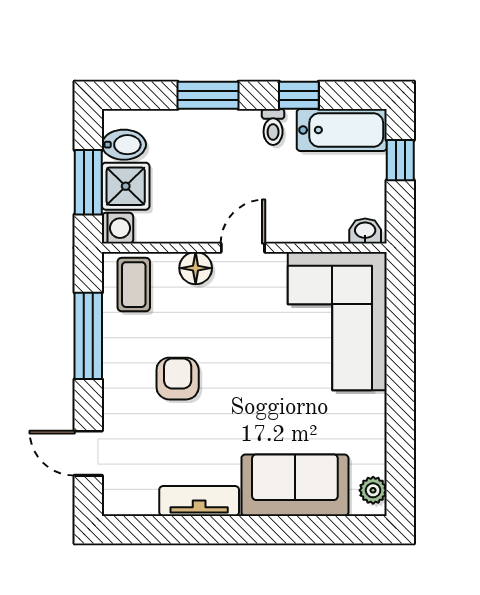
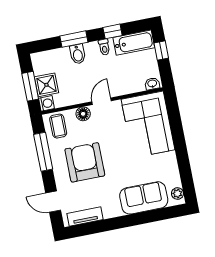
bidet: (124, 145) -> (78, 54), moved, turned 90
armchair: (178, 379) -> (85, 162), width x1.88, depth x1.88
tv unit: (199, 501) -> (85, 217), moved

